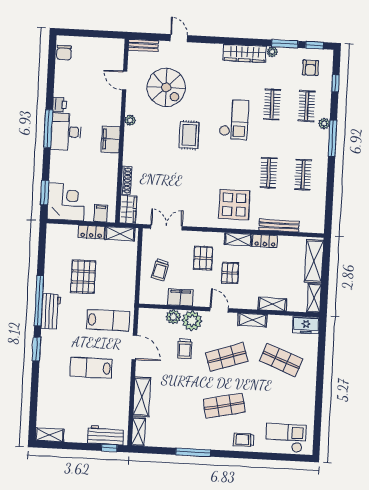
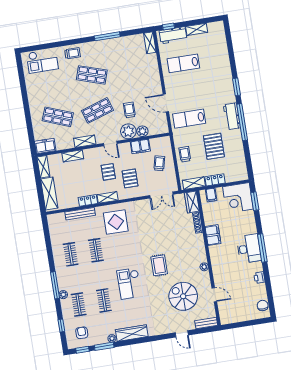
printer: (59, 104) -> (259, 278), moved
filing cabinet: (111, 139) -> (213, 235), moved
trolley: (124, 275) -> (185, 154), added
lab bench: (91, 368) -> (183, 63), moved, turned 180
shelving: (142, 397) -> (153, 69), removed
shop shelf: (224, 406) -> (92, 75), turned 30
shelving: (50, 435) -> (197, 29), moved

